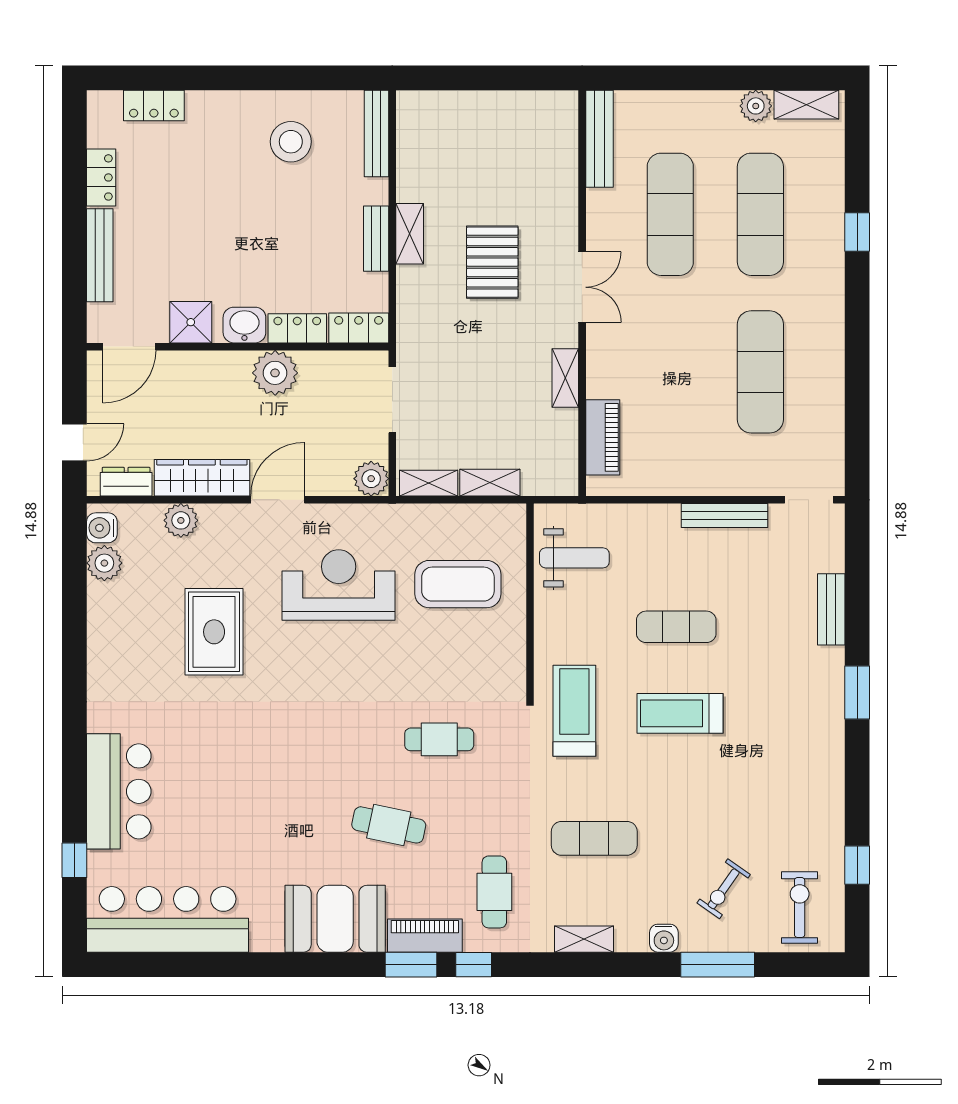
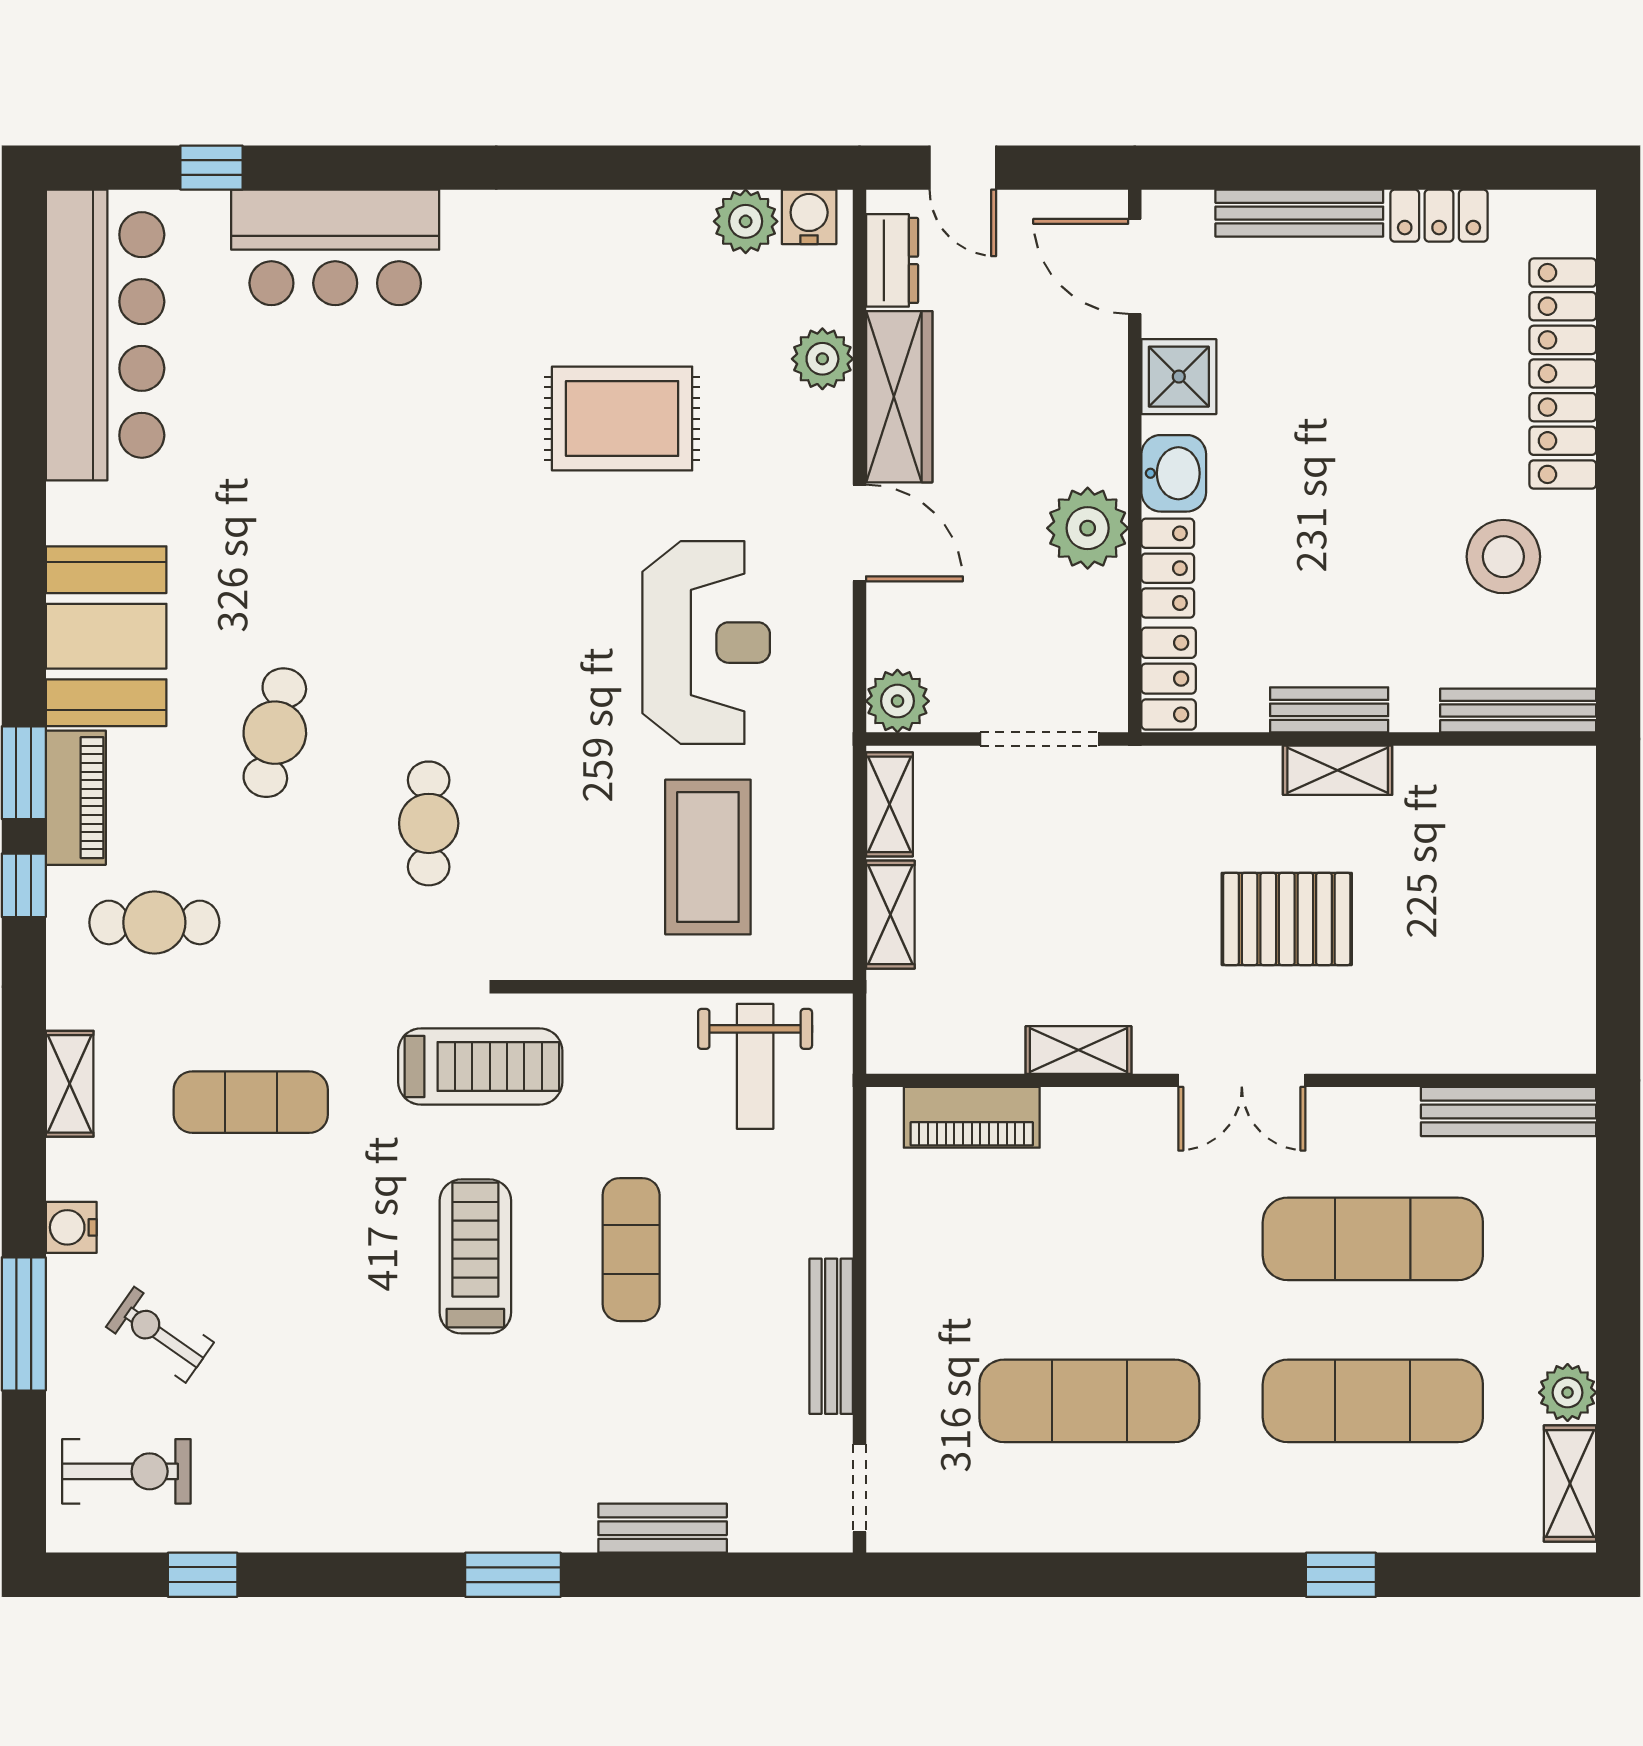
locker: (154, 105) -> (1563, 374), width x2.16, depth x1.21
exercise mat: (594, 838) -> (251, 1102), turned 90

